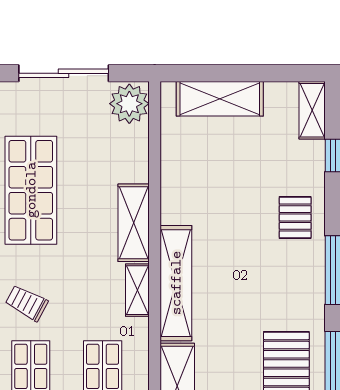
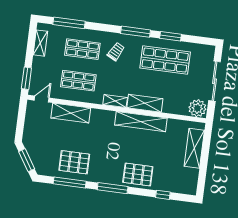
shelving: (312, 110) -> (184, 188), removed
pallet: (295, 217) -> (138, 174), width x1.50, depth x1.42
shelving: (176, 283) -> (141, 122), moved

